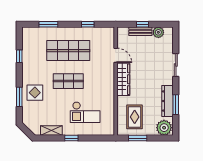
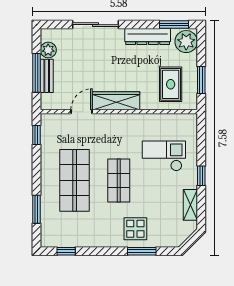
window: (88, 24) -> (36, 135), moved
window: (142, 24) -> (36, 73), width x2.17
window: (19, 56) -> (66, 251), moved
sliding door: (176, 65) -> (96, 25), width x1.37
window: (176, 105) -> (174, 25), moved
checkout: (85, 112) -> (164, 156), turned -90
rug: (135, 117) -> (171, 84), turned 90

